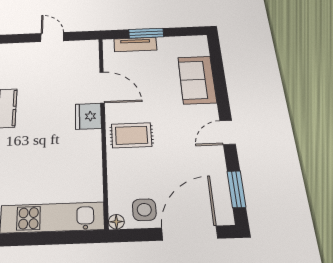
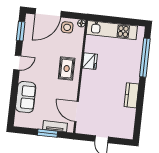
door: (102, 87) -> (76, 111), moved
fridge: (88, 116) -> (90, 61), moved
rug: (132, 135) -> (67, 69), turned 90

